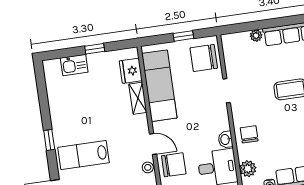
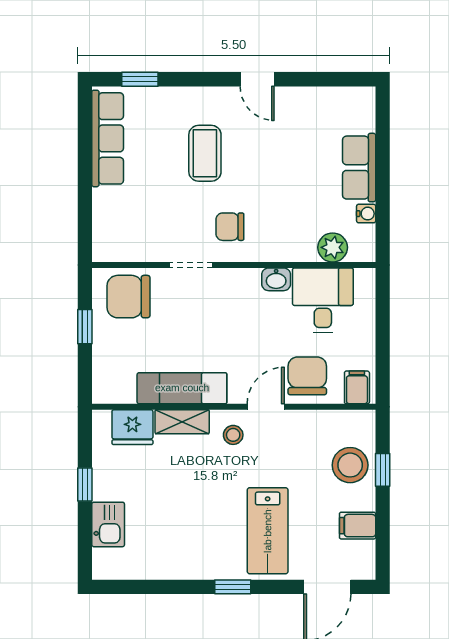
plant: (256, 36) -> (103, 200), removed
chair: (204, 58) -> (129, 297), turned 90
exam couch: (159, 86) -> (182, 388), width x0.73, depth x0.69
chair: (249, 134) -> (230, 227), moved
stool: (148, 167) -> (233, 435), moved

